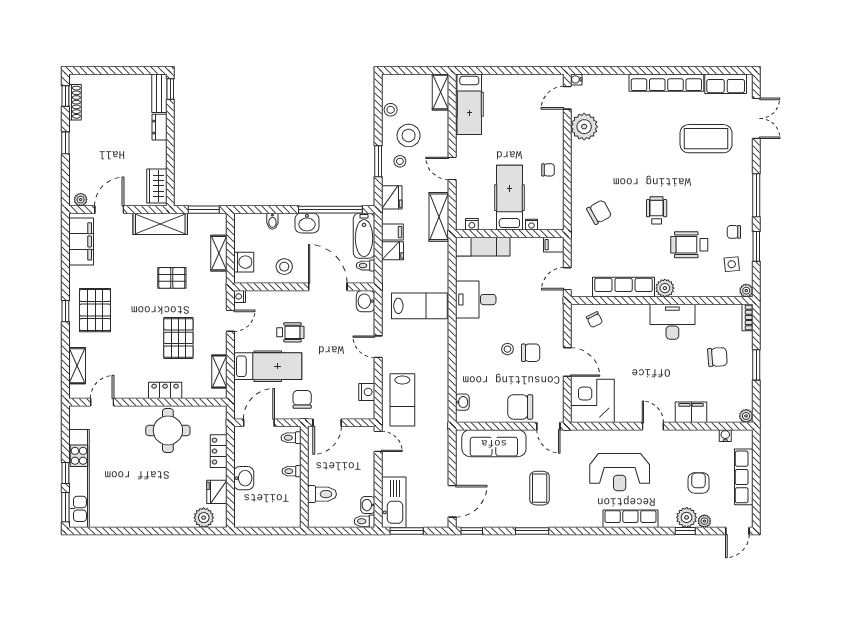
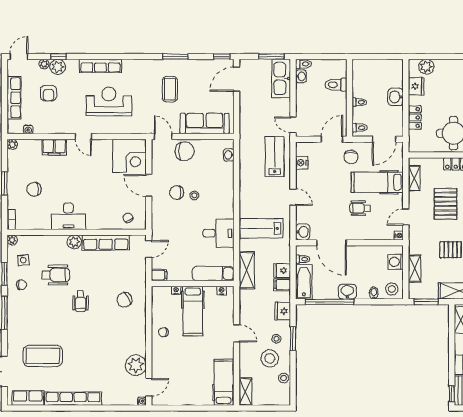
shelving: (439, 217) -> (247, 270), moved
stool: (284, 267) -> (392, 289), moved

